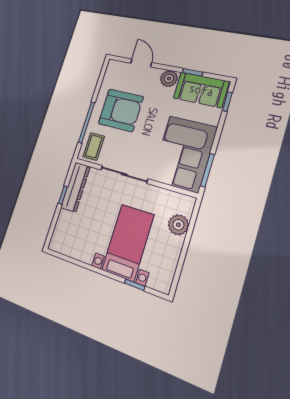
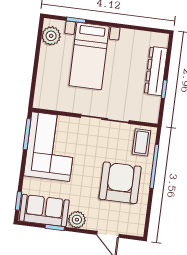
armchair: (121, 110) -> (120, 183), turned 90
dresser: (75, 187) -> (156, 71), moved
plant: (178, 225) -> (51, 36), moved

